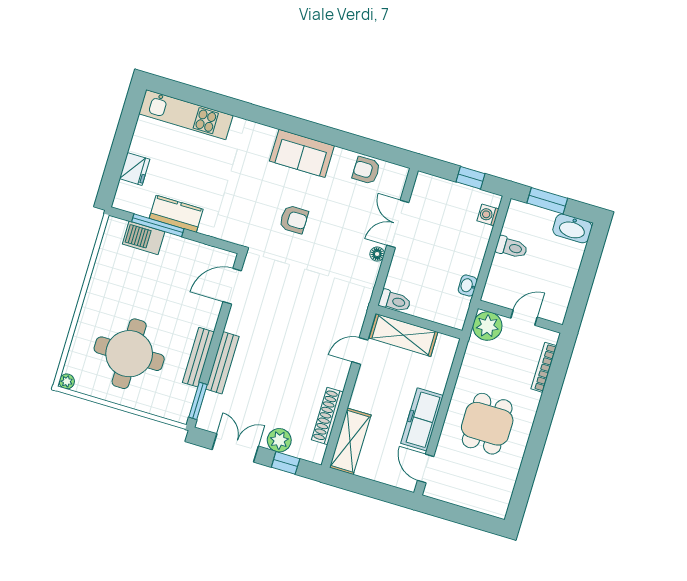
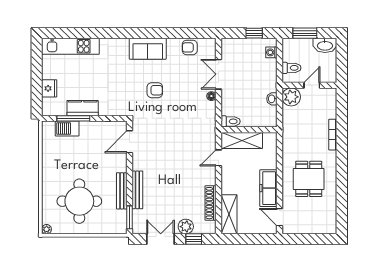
wall: (520, 317) -> (309, 85), moved
door: (524, 318) -> (312, 85), moved
plant: (487, 326) -> (291, 97), moved

